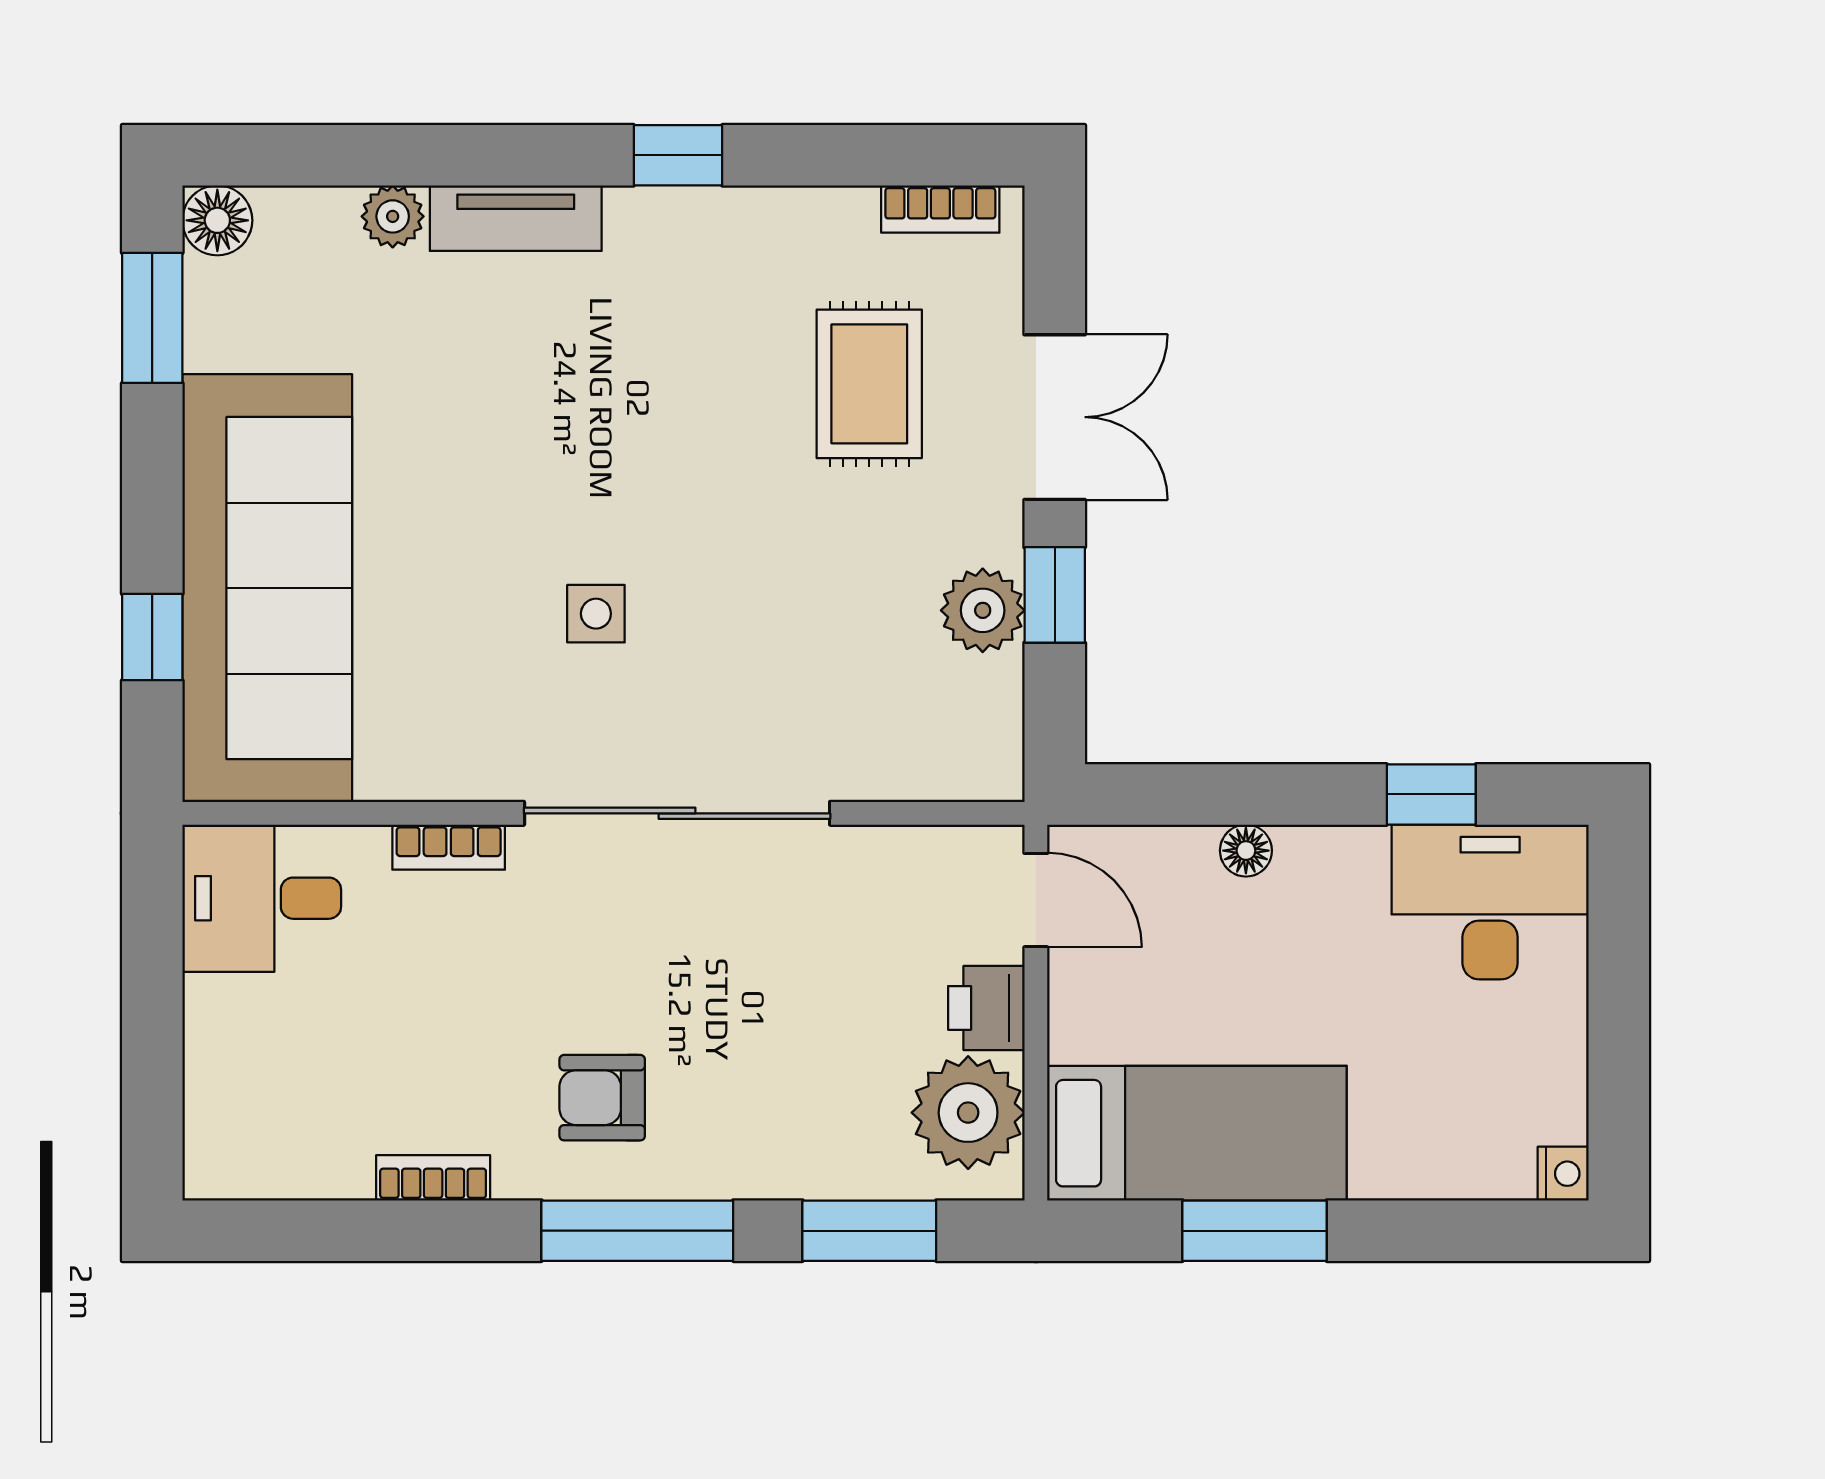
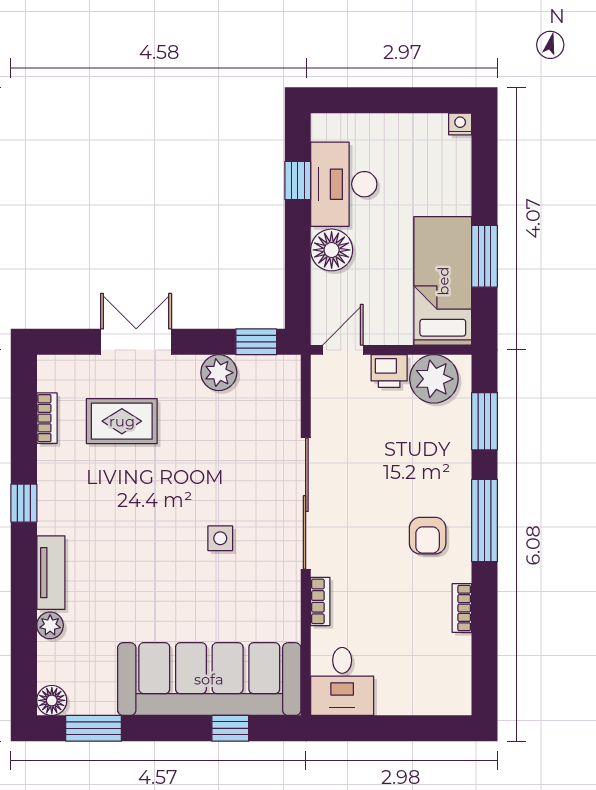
bookcase: (940, 209) -> (47, 418), moved
window: (1055, 595) -> (256, 342), moved
floor lamp: (1246, 851) -> (332, 250), width x1.89, depth x1.89
desk: (1490, 902) -> (344, 184), moved

